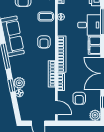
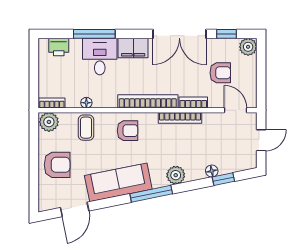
plant: (19, 83) -> (176, 175), moved
window: (11, 86) -> (223, 179), moved
door: (56, 108) -> (235, 110), hinge flipped

